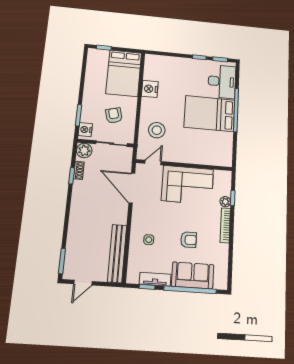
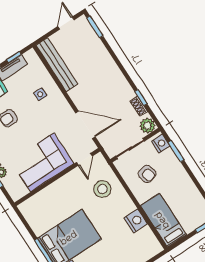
bed: (124, 73) -> (163, 220), width x0.67

